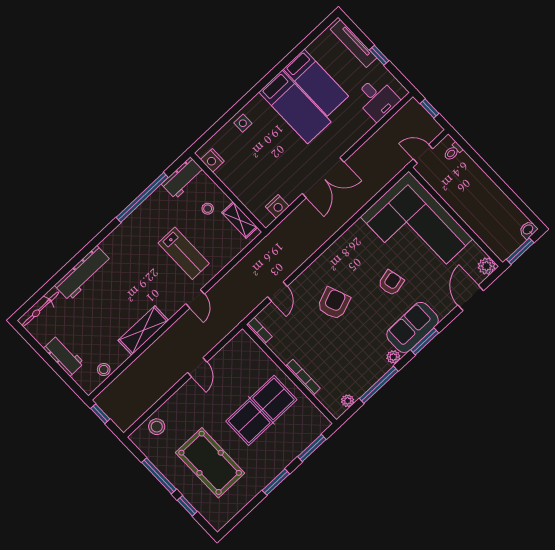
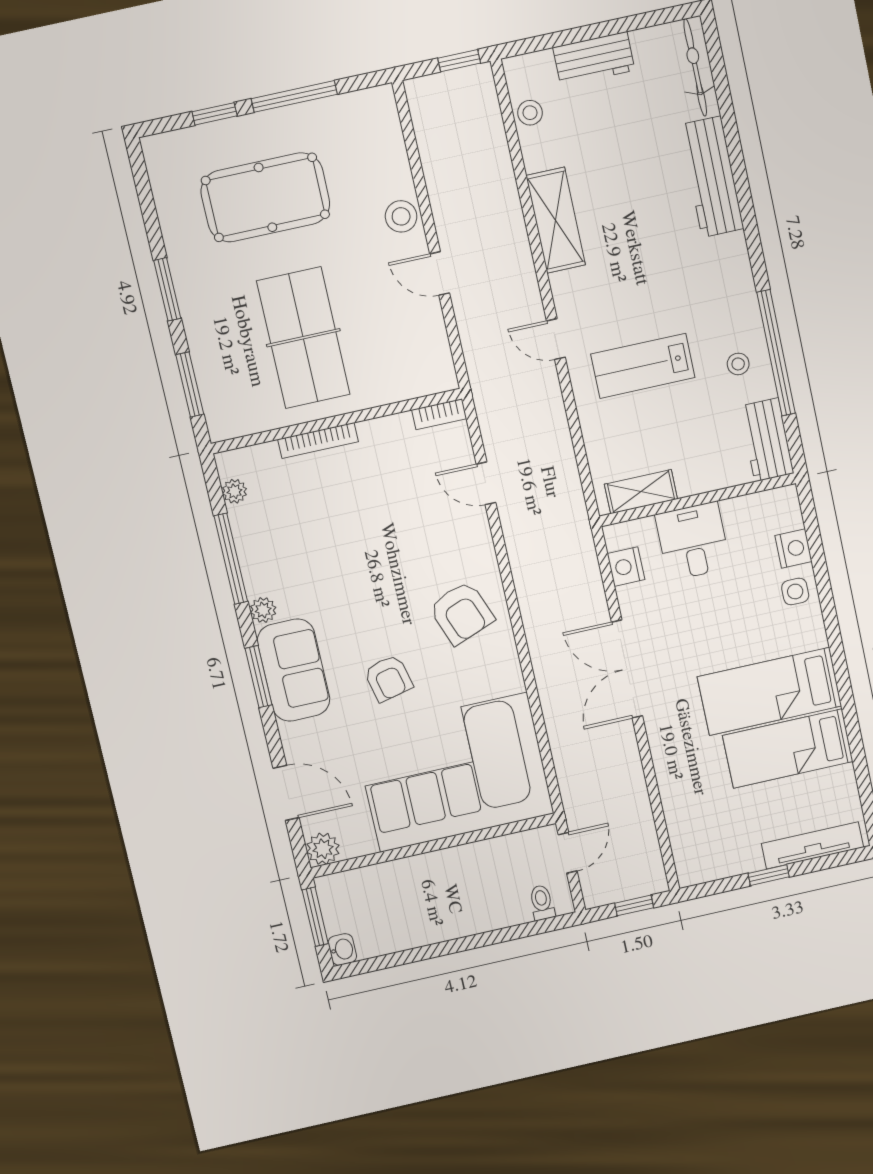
desk: (377, 99) -> (693, 541), moved, turned 90
nightstand: (212, 160) -> (793, 548), moved, turned 90
stool: (208, 209) -> (738, 364), moved
armchair: (334, 303) -> (462, 613), moved
stool: (157, 427) -> (401, 216), moved

